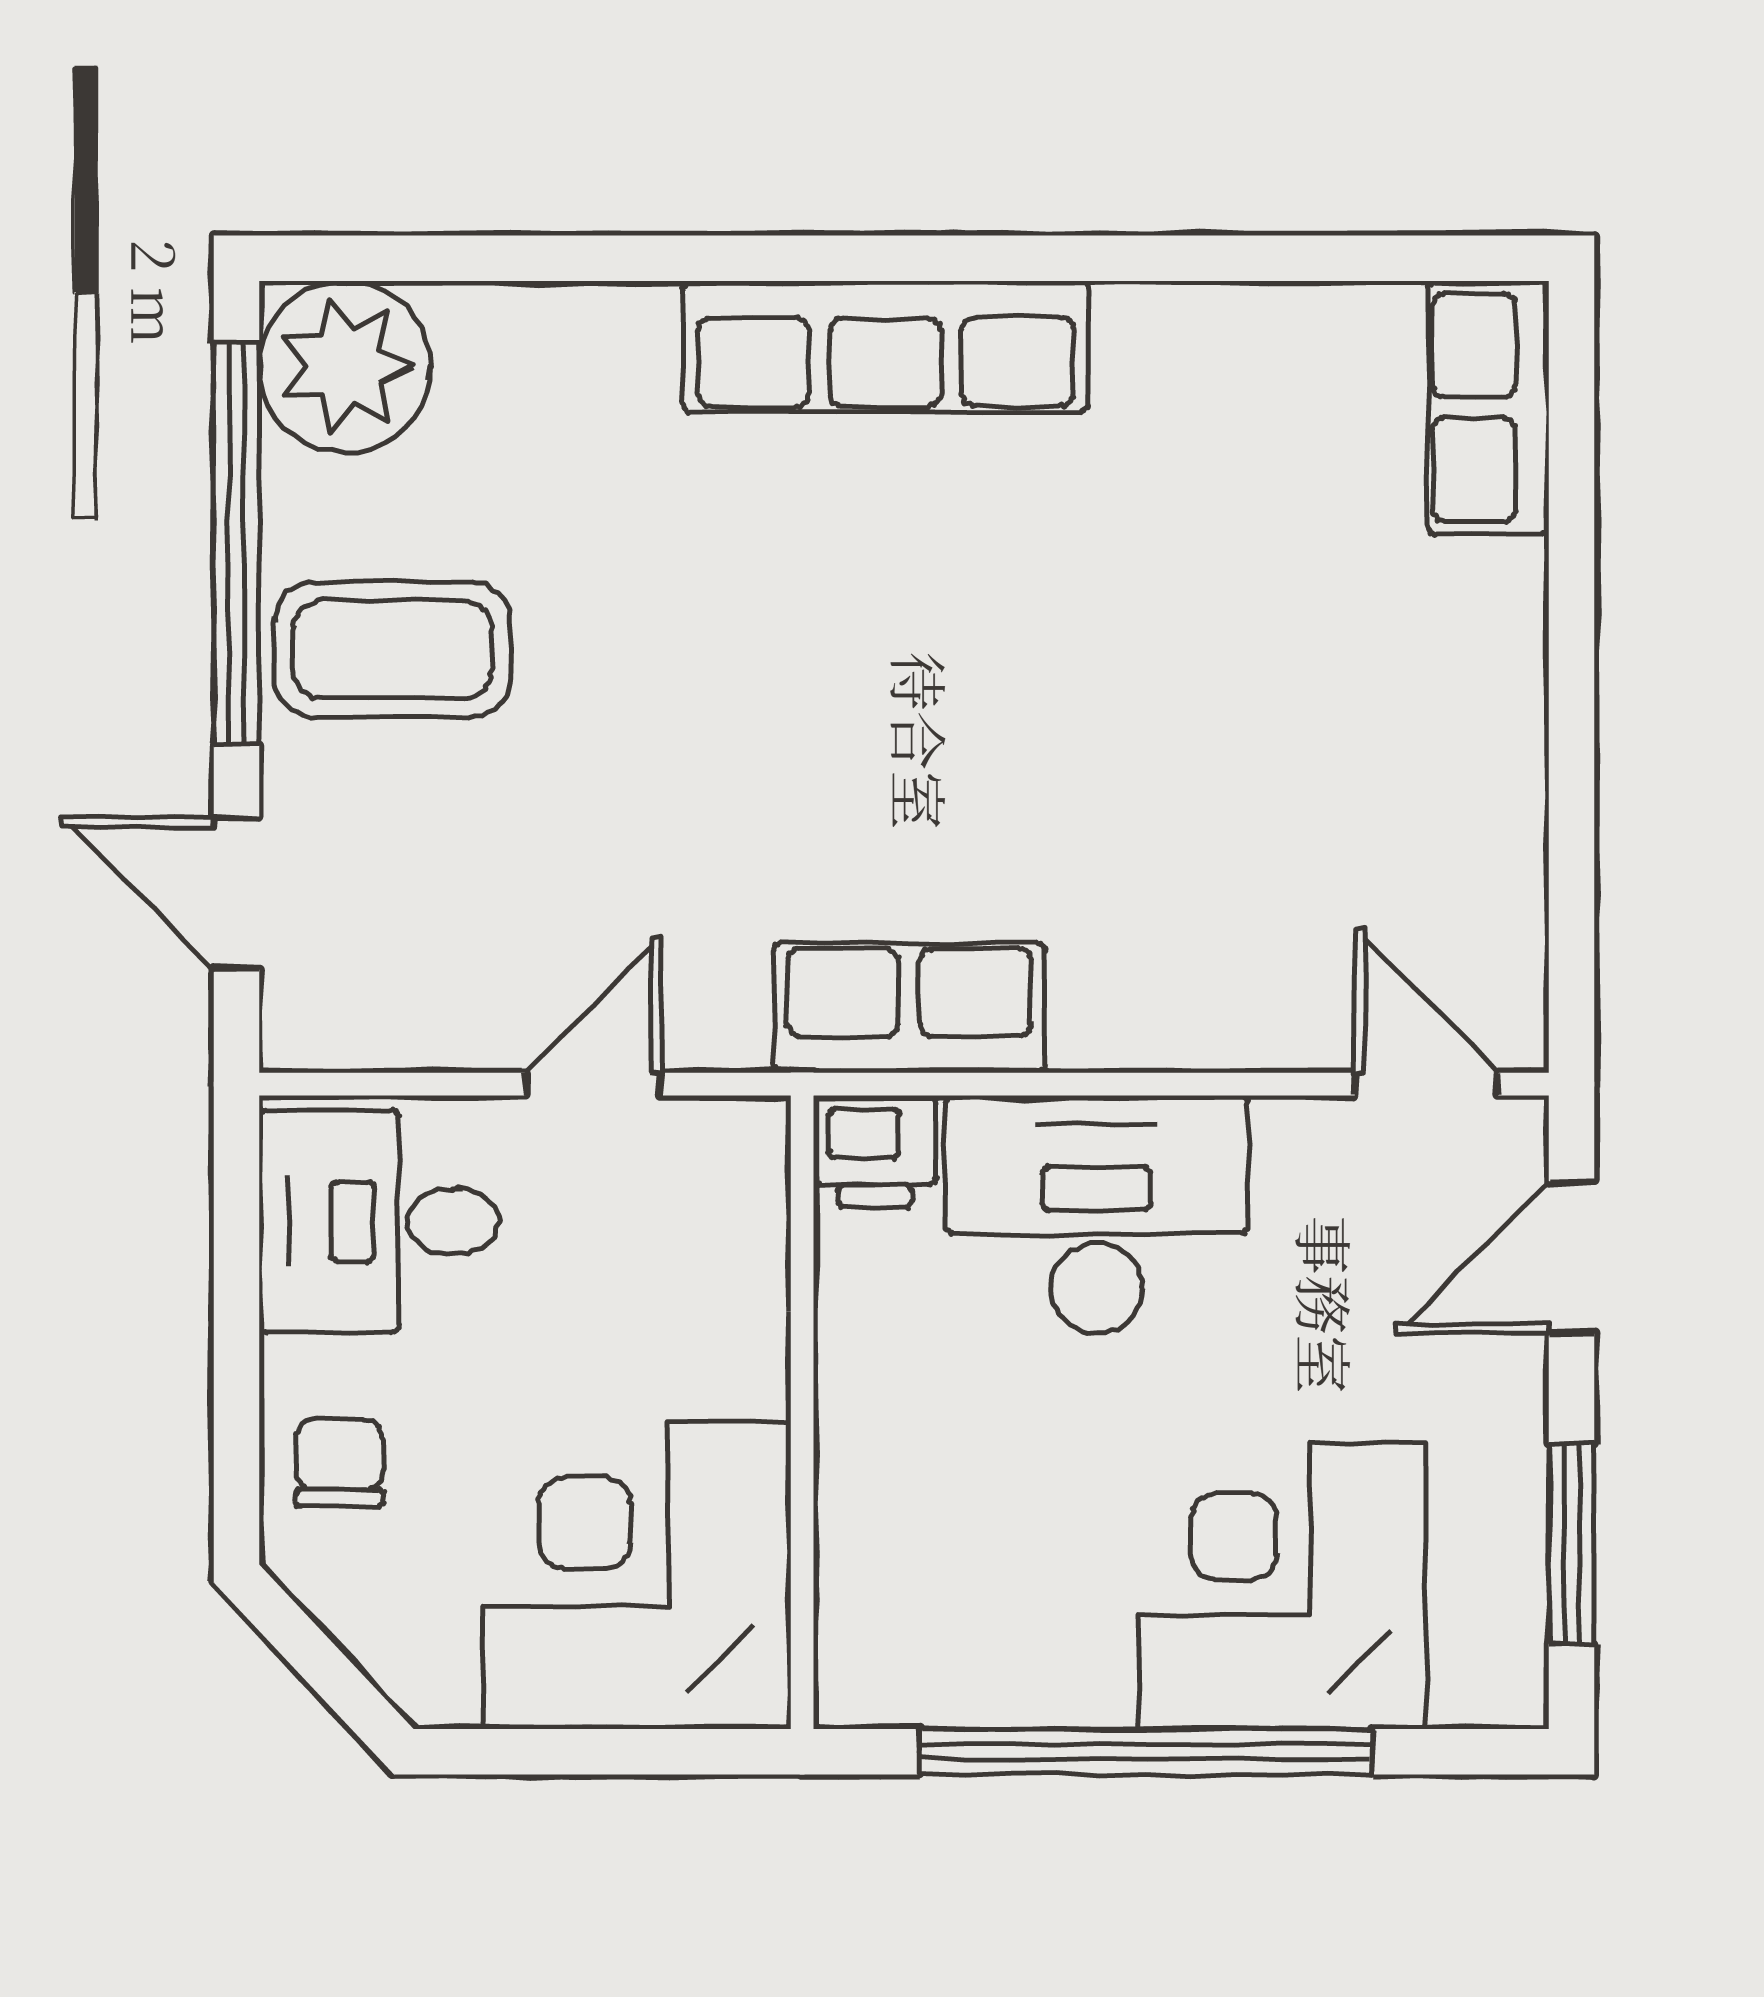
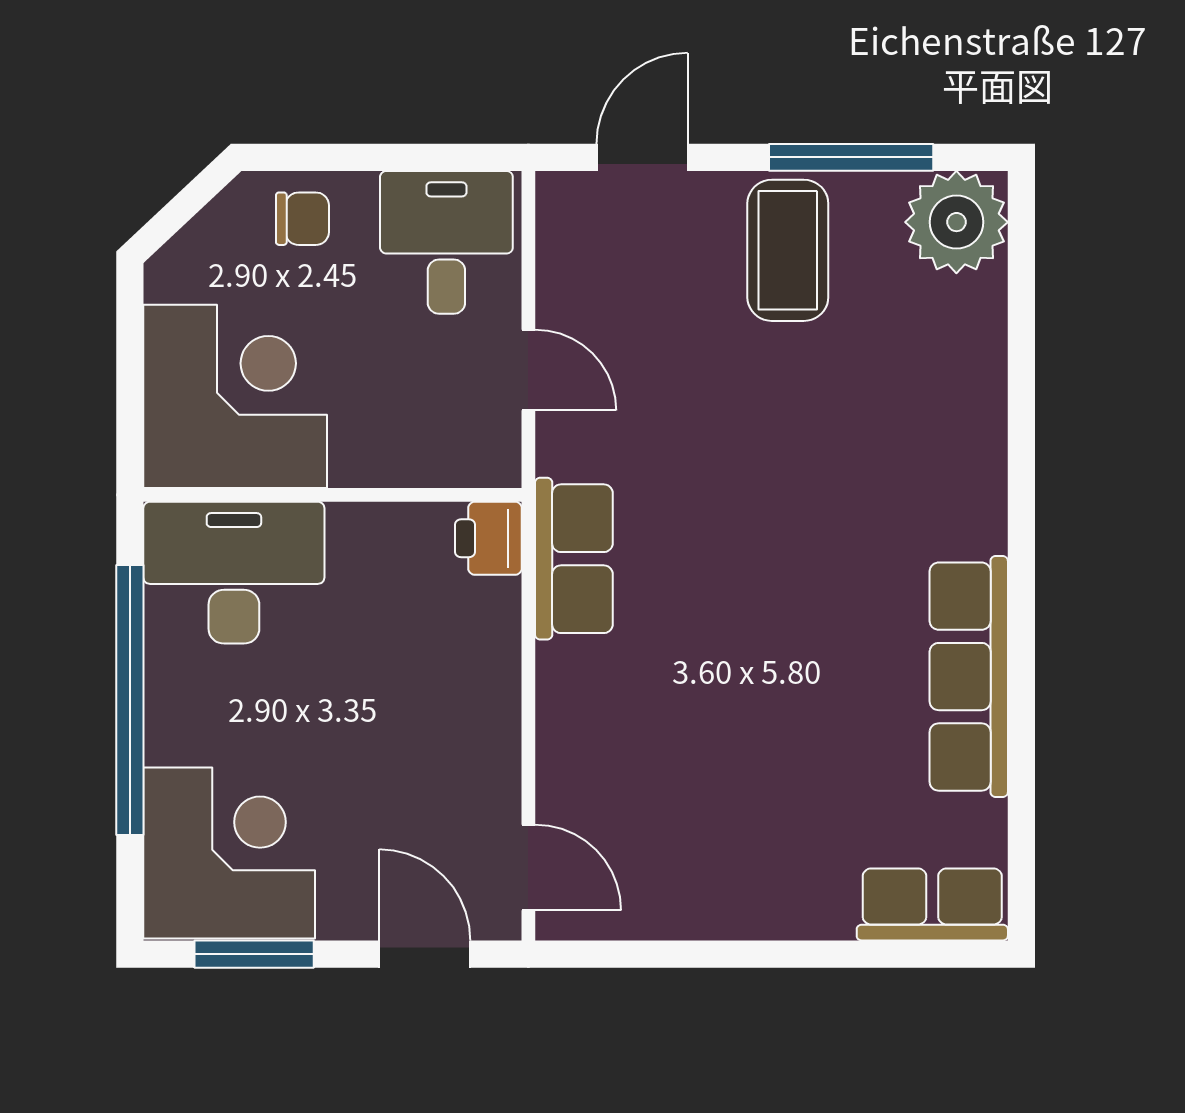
row of seats: (885, 346) -> (969, 677), moved
window: (236, 543) -> (851, 157), width x0.68
door: (1426, 1084) -> (528, 867), hinge flipped
desk: (1097, 1214) -> (234, 573), moved, turned -90
corner desk: (1282, 1586) -> (229, 853), moved

